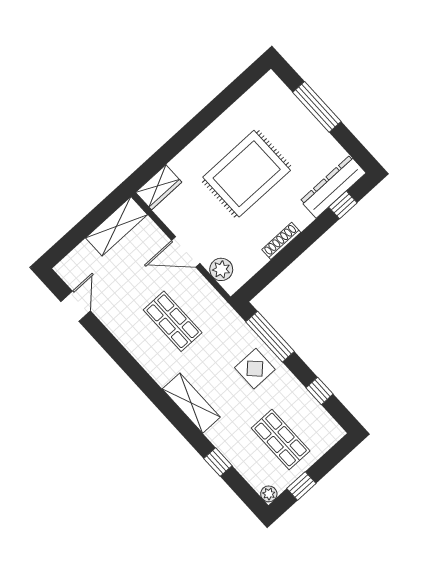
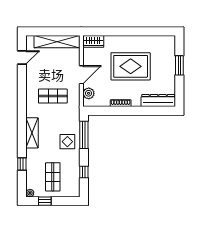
window: (317, 107) -> (179, 65), width x0.69
window: (343, 205) -> (156, 111), removed
shelving: (117, 226) -> (57, 42), width x1.47
door: (186, 252) -> (81, 75), swing flipped
shop shelf: (173, 321) -> (53, 96), turned 90

